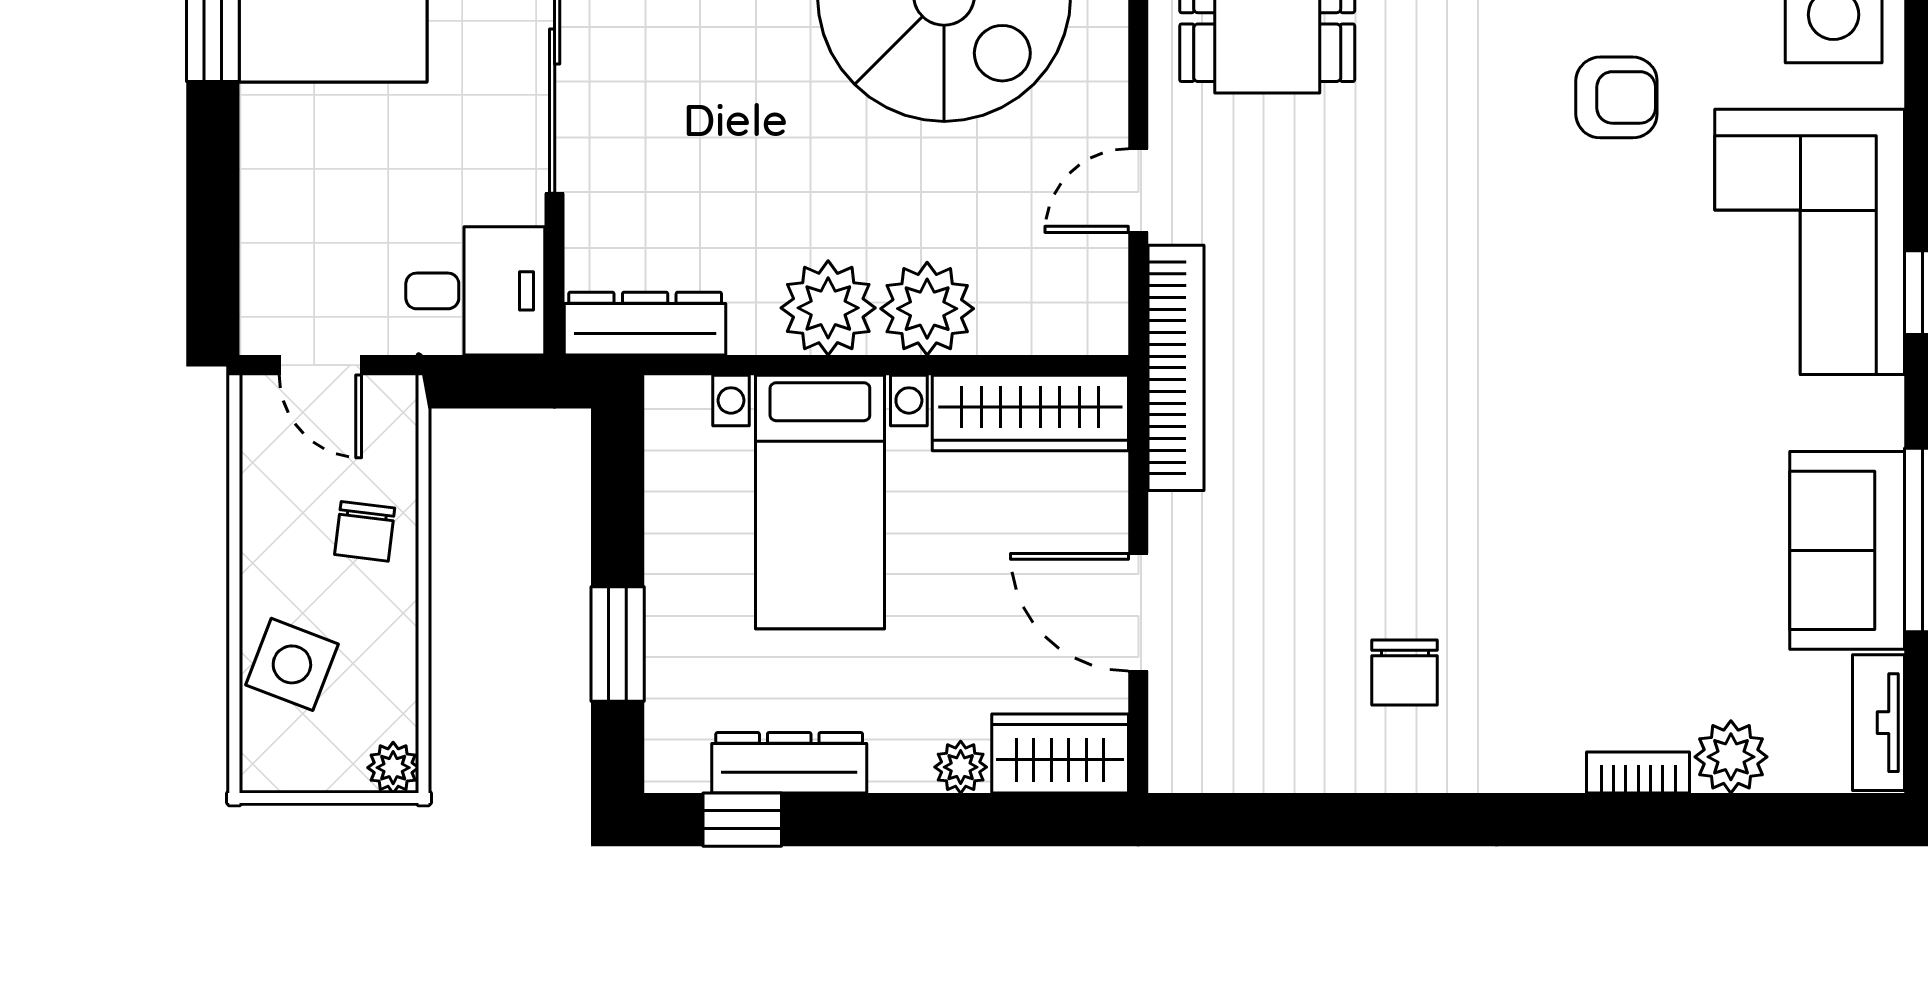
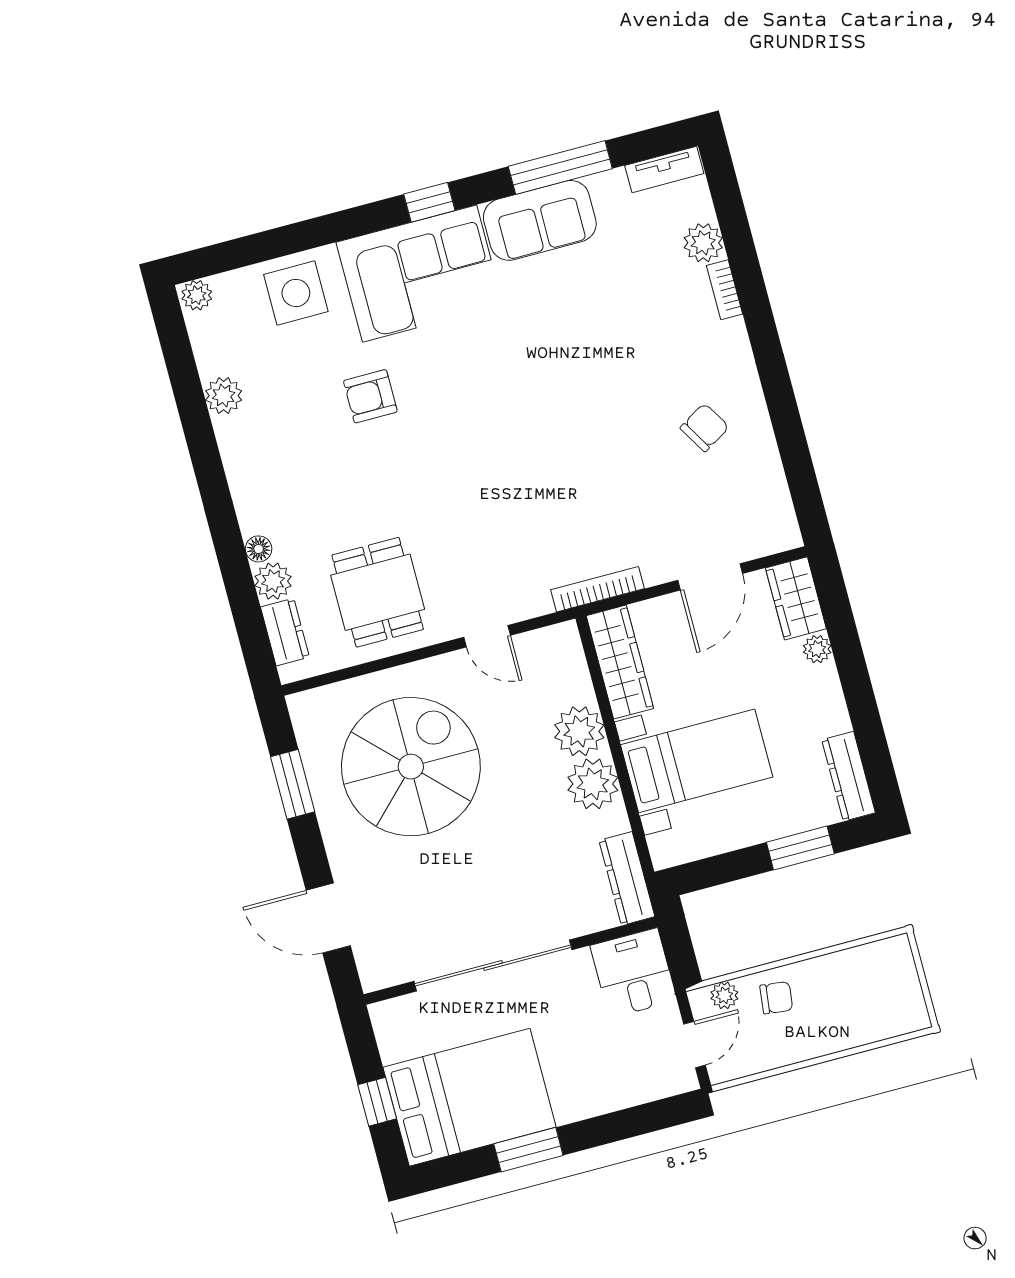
armchair: (1616, 97) -> (370, 396), turned -90
bookcase: (1176, 368) -> (598, 589), width x0.68, depth x0.76
sofa: (1847, 550) -> (540, 220), moved
side table: (292, 664) -> (857, 1017), removed
chair: (1405, 672) -> (705, 427), turned -31
dresser: (789, 763) -> (849, 776), moved
plant: (393, 768) -> (724, 995), moved
window: (742, 820) -> (876, 757), removed

